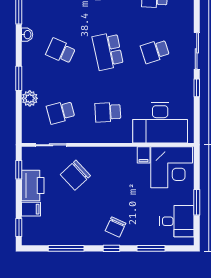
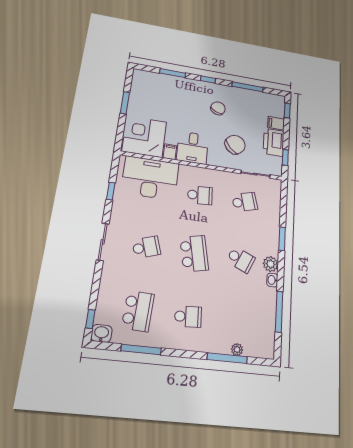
window: (197, 88) -> (111, 191), moved
plant: (30, 98) -> (271, 264), moved
desk: (177, 221) -> (193, 148), moved, turned -90
chair: (116, 227) -> (218, 108), moved

